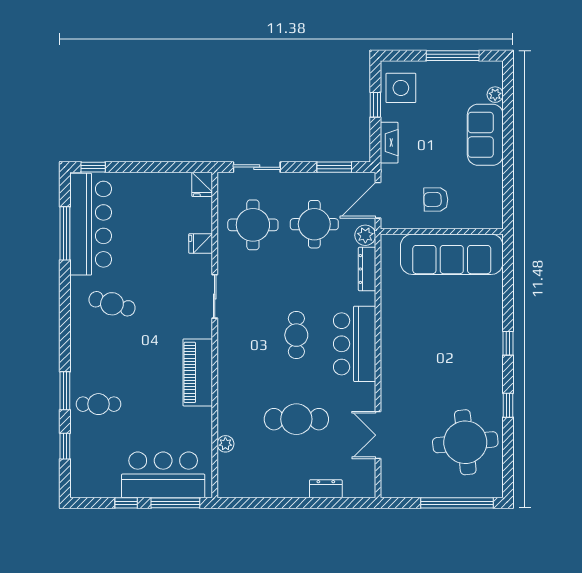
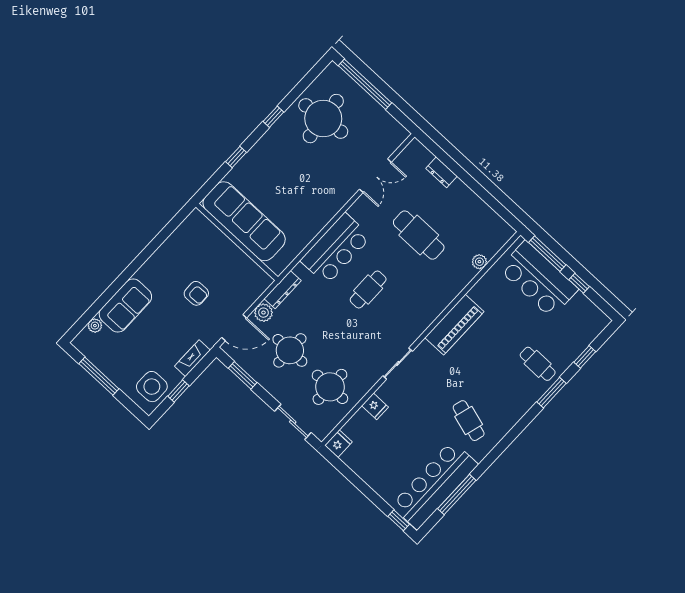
wall: (442, 232) -> (237, 242), moved
sofa: (452, 254) -> (244, 221), moved

